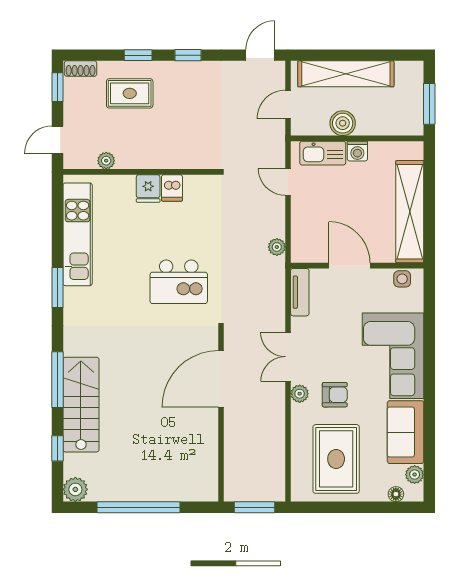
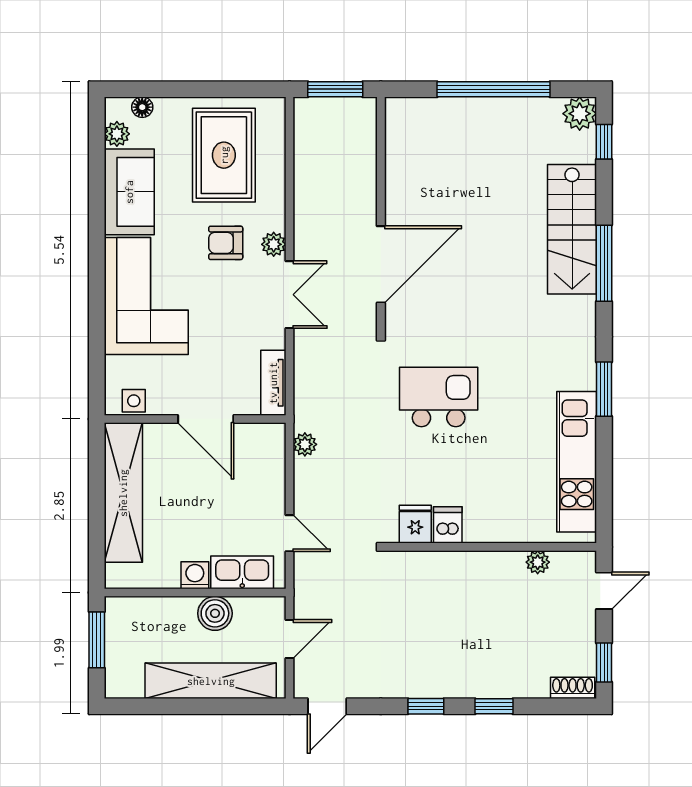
rug: (130, 93) -> (506, 654), removed
fridge: (148, 188) -> (415, 524), moved
window: (57, 448) -> (604, 142), moved

